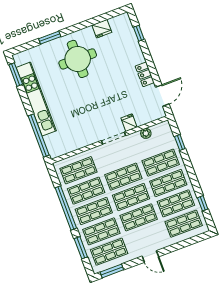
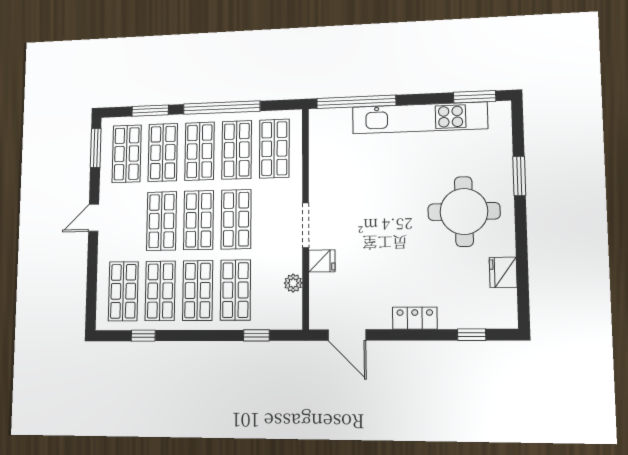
locker: (145, 74) -> (415, 318), moved

